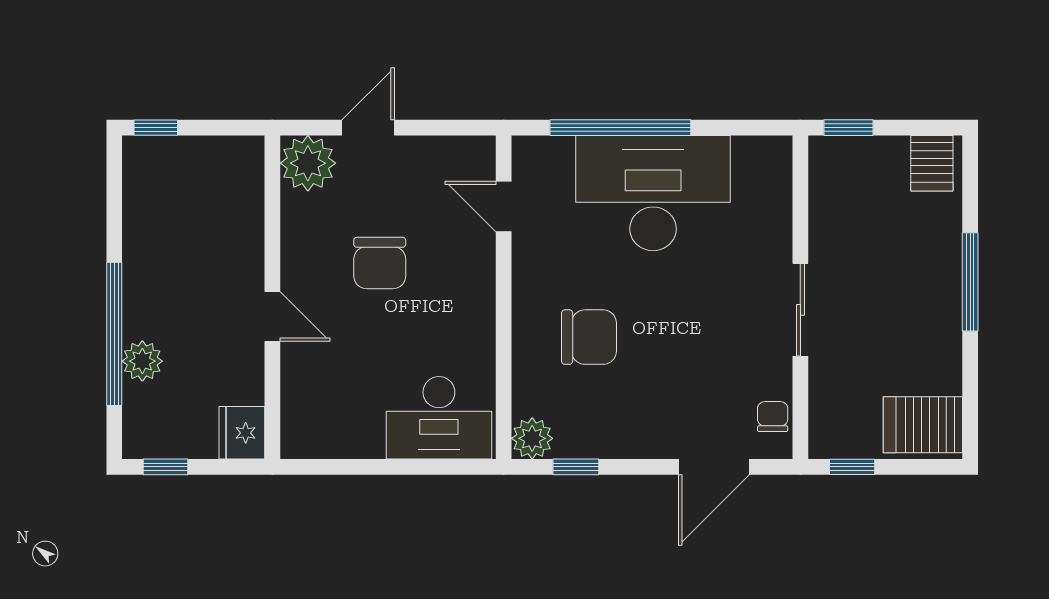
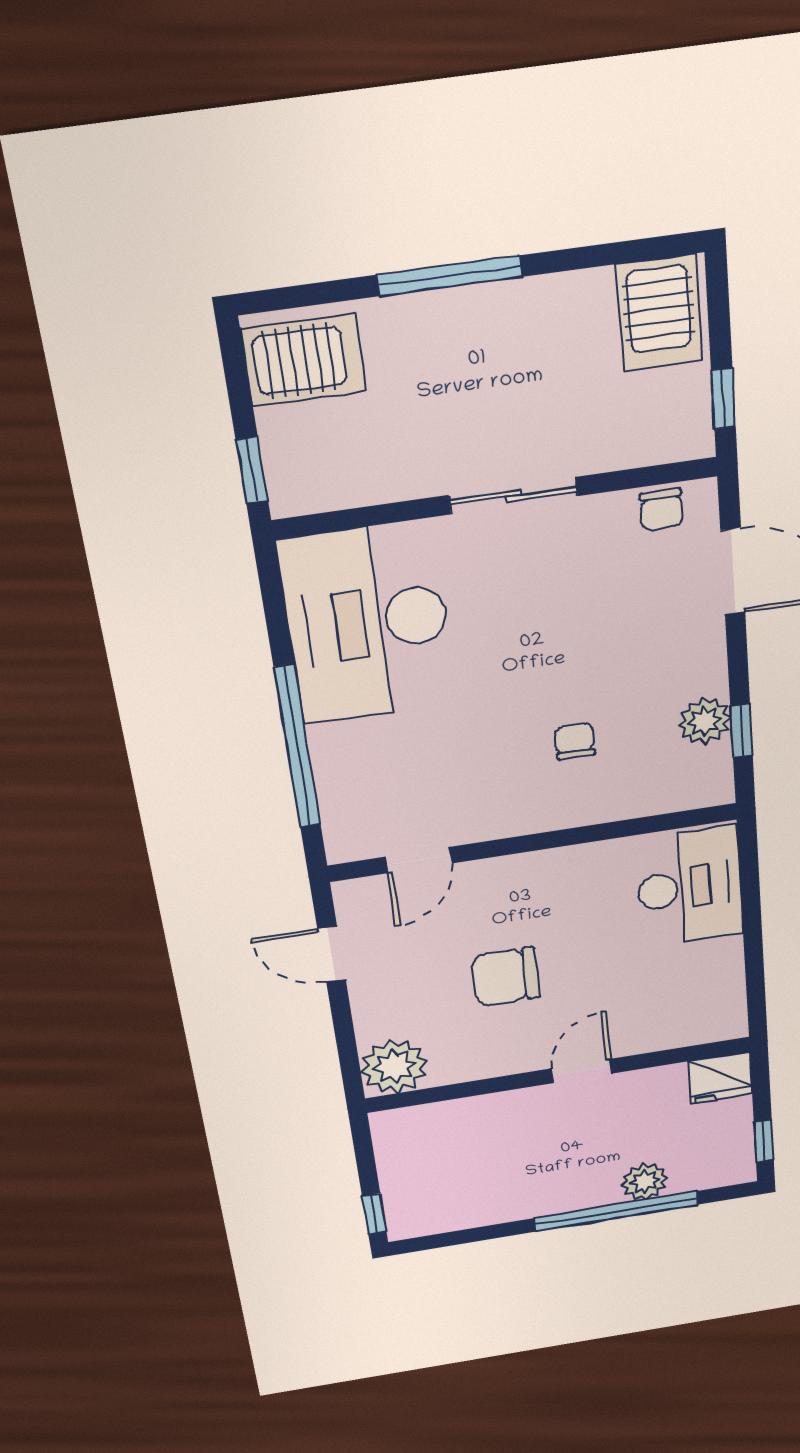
door: (368, 128) -> (332, 954), moved
server rack: (932, 163) -> (304, 360), width x1.36, depth x1.44
desk: (653, 193) -> (368, 623), moved
chair: (380, 263) -> (506, 977), turned 180
chair: (589, 337) -> (575, 741), width x0.54, depth x0.54
chair: (773, 417) -> (661, 510), turned -90
plant: (532, 438) -> (704, 721), moved

